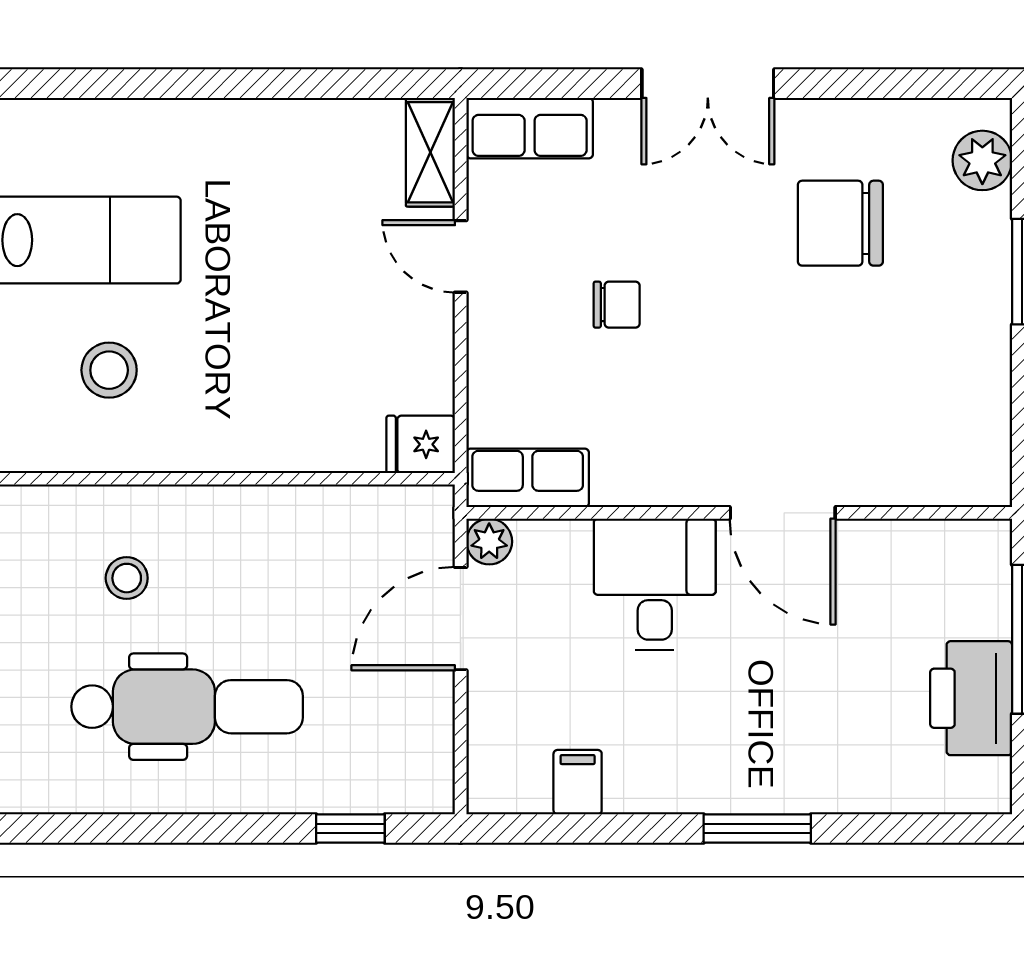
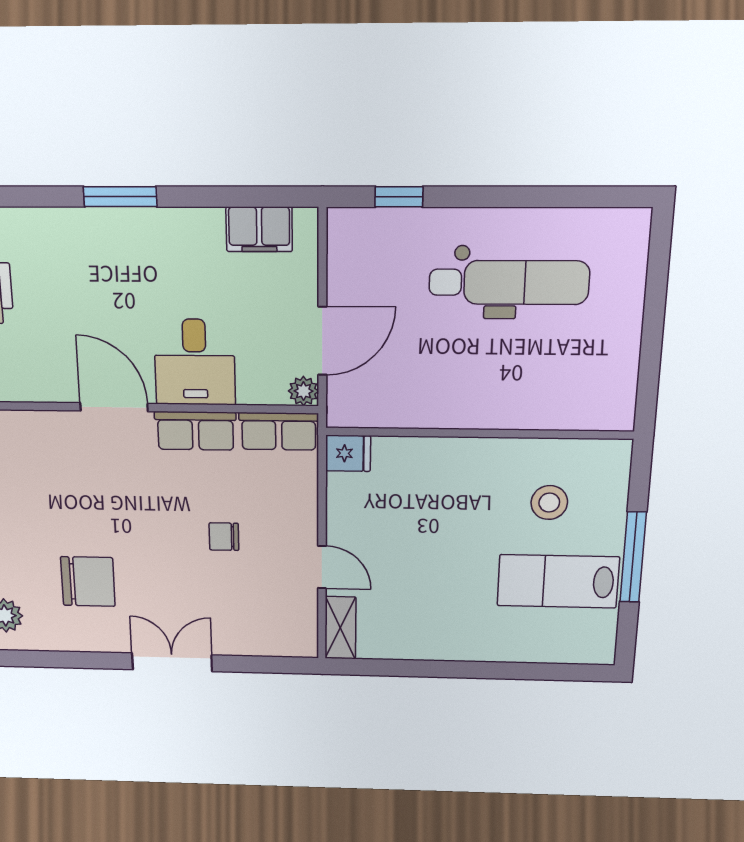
row of seats: (530, 128) -> (196, 431), moved, turned 180
stool: (127, 578) -> (546, 370), removed
dental chair: (187, 707) -> (509, 282), turned 180
filing cabinet: (578, 782) -> (259, 229), width x2.00

